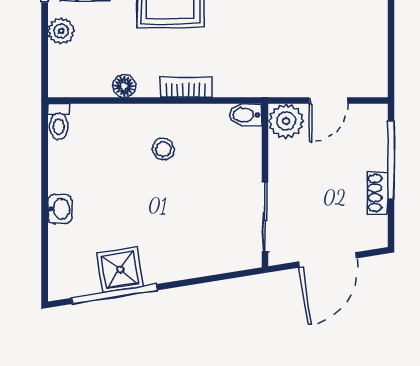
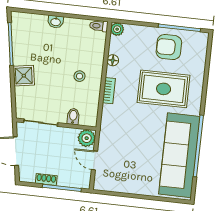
plant: (61, 31) -> (117, 29), moved
bidet: (246, 115) -> (73, 116), moved
shower: (120, 269) -> (24, 76), moved

